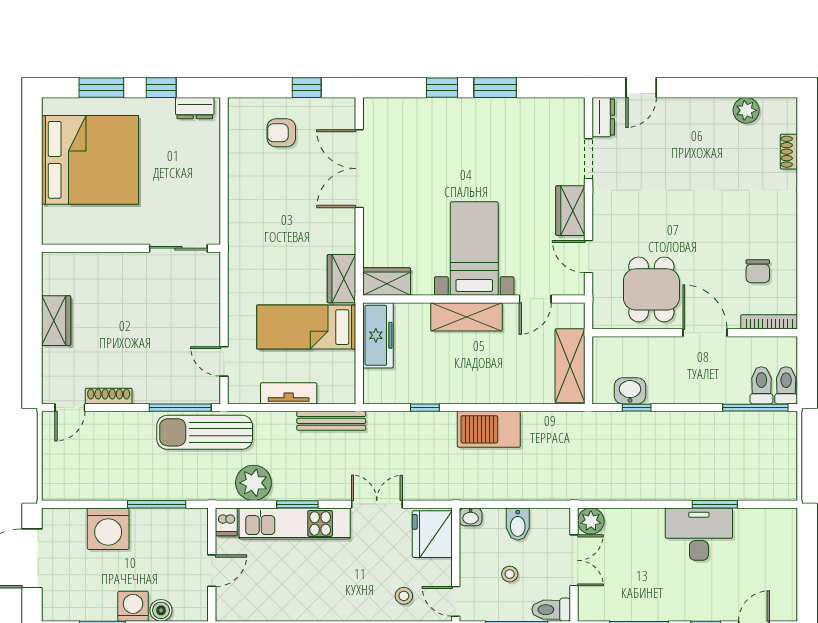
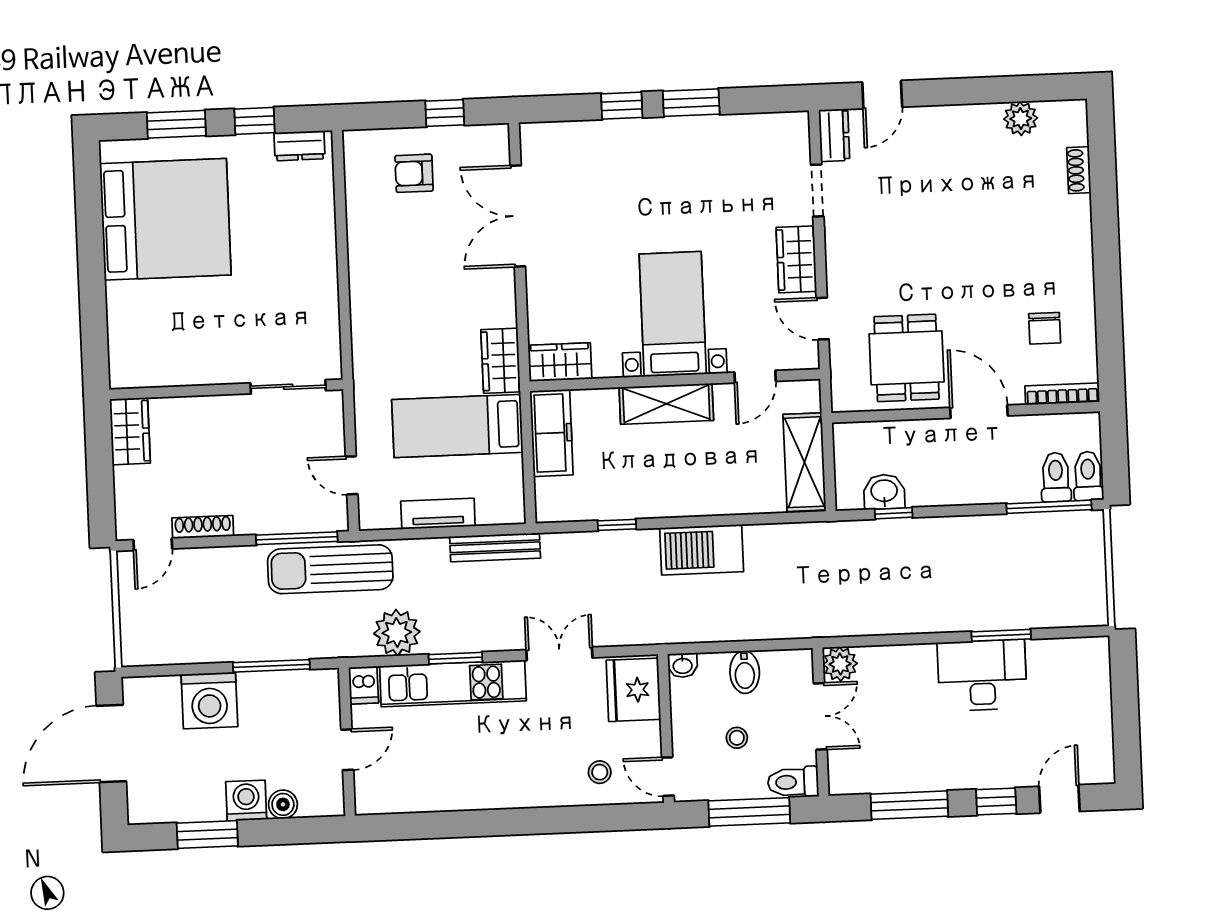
wall: (131, 248) -> (226, 389), moved
sliding door: (178, 248) -> (288, 387), moved

